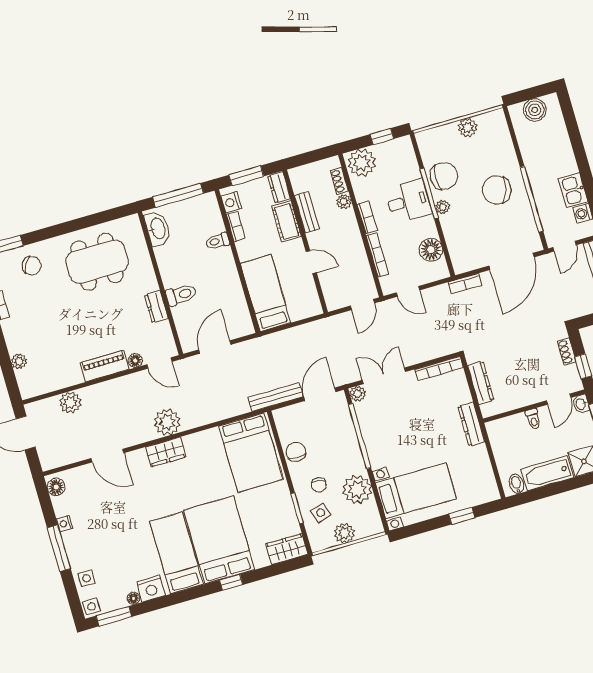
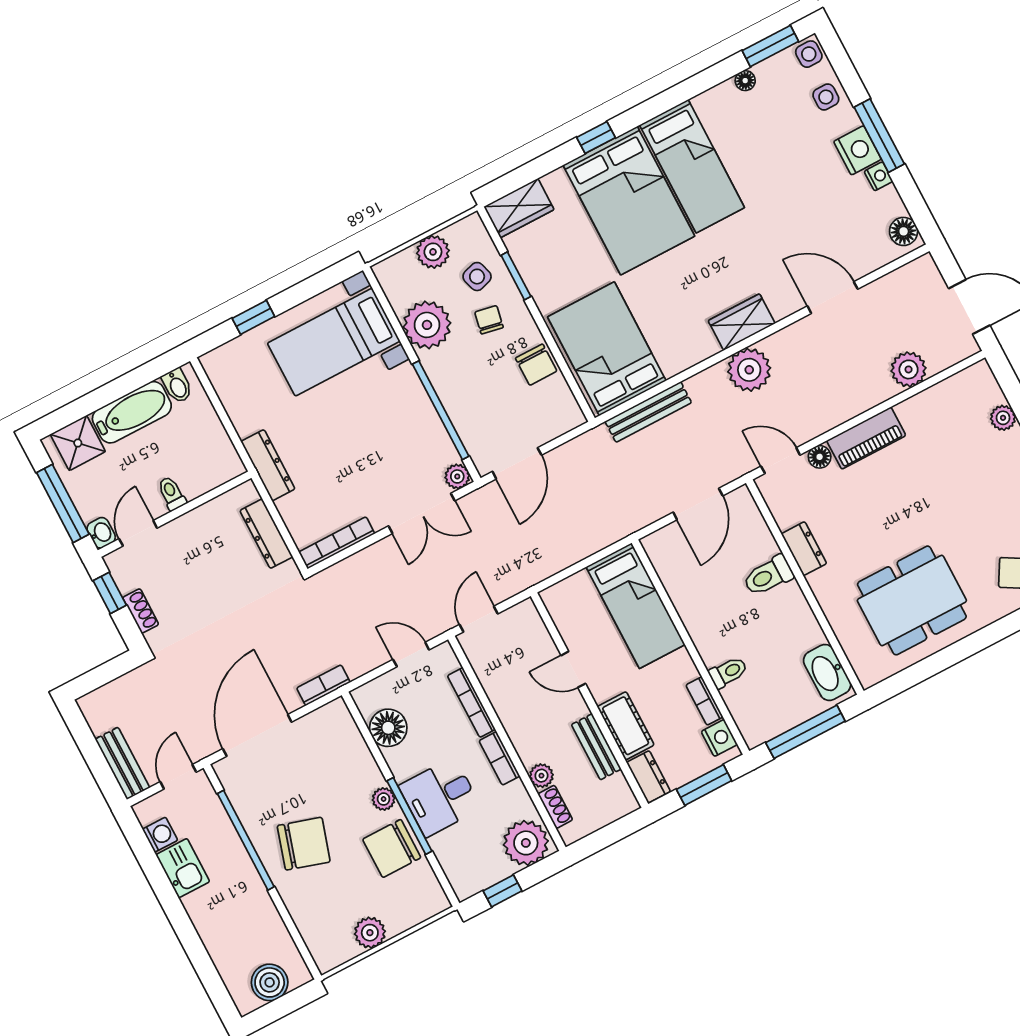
bench: (275, 397) -> (648, 412), moved
nightstand: (151, 589) -> (857, 150), moved, turned 90

